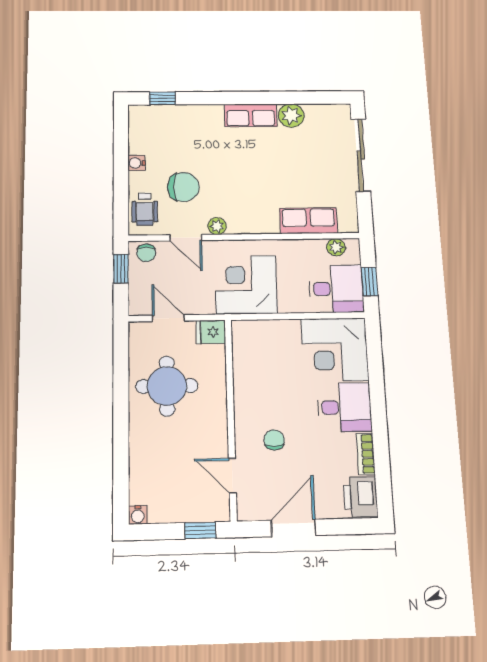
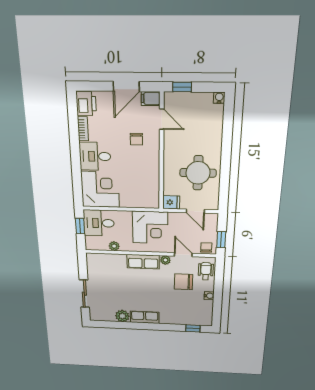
sliding door: (361, 155) -> (84, 294), width x0.73
row of seats: (308, 221) -> (143, 262), moved
plant: (336, 247) -> (114, 246), moved
filing cabinet: (252, 509) -> (151, 99), added

